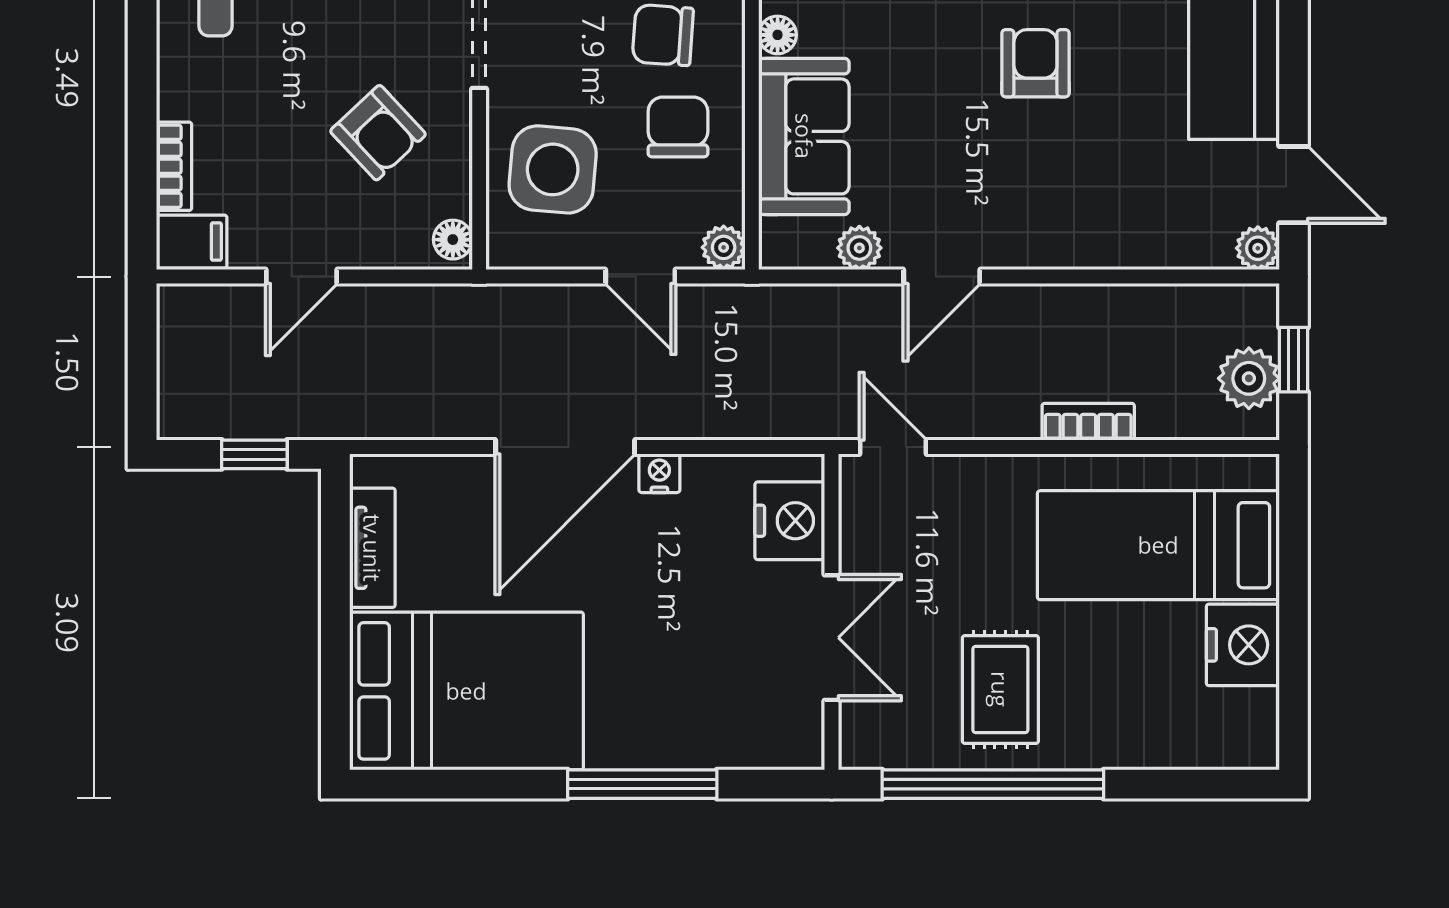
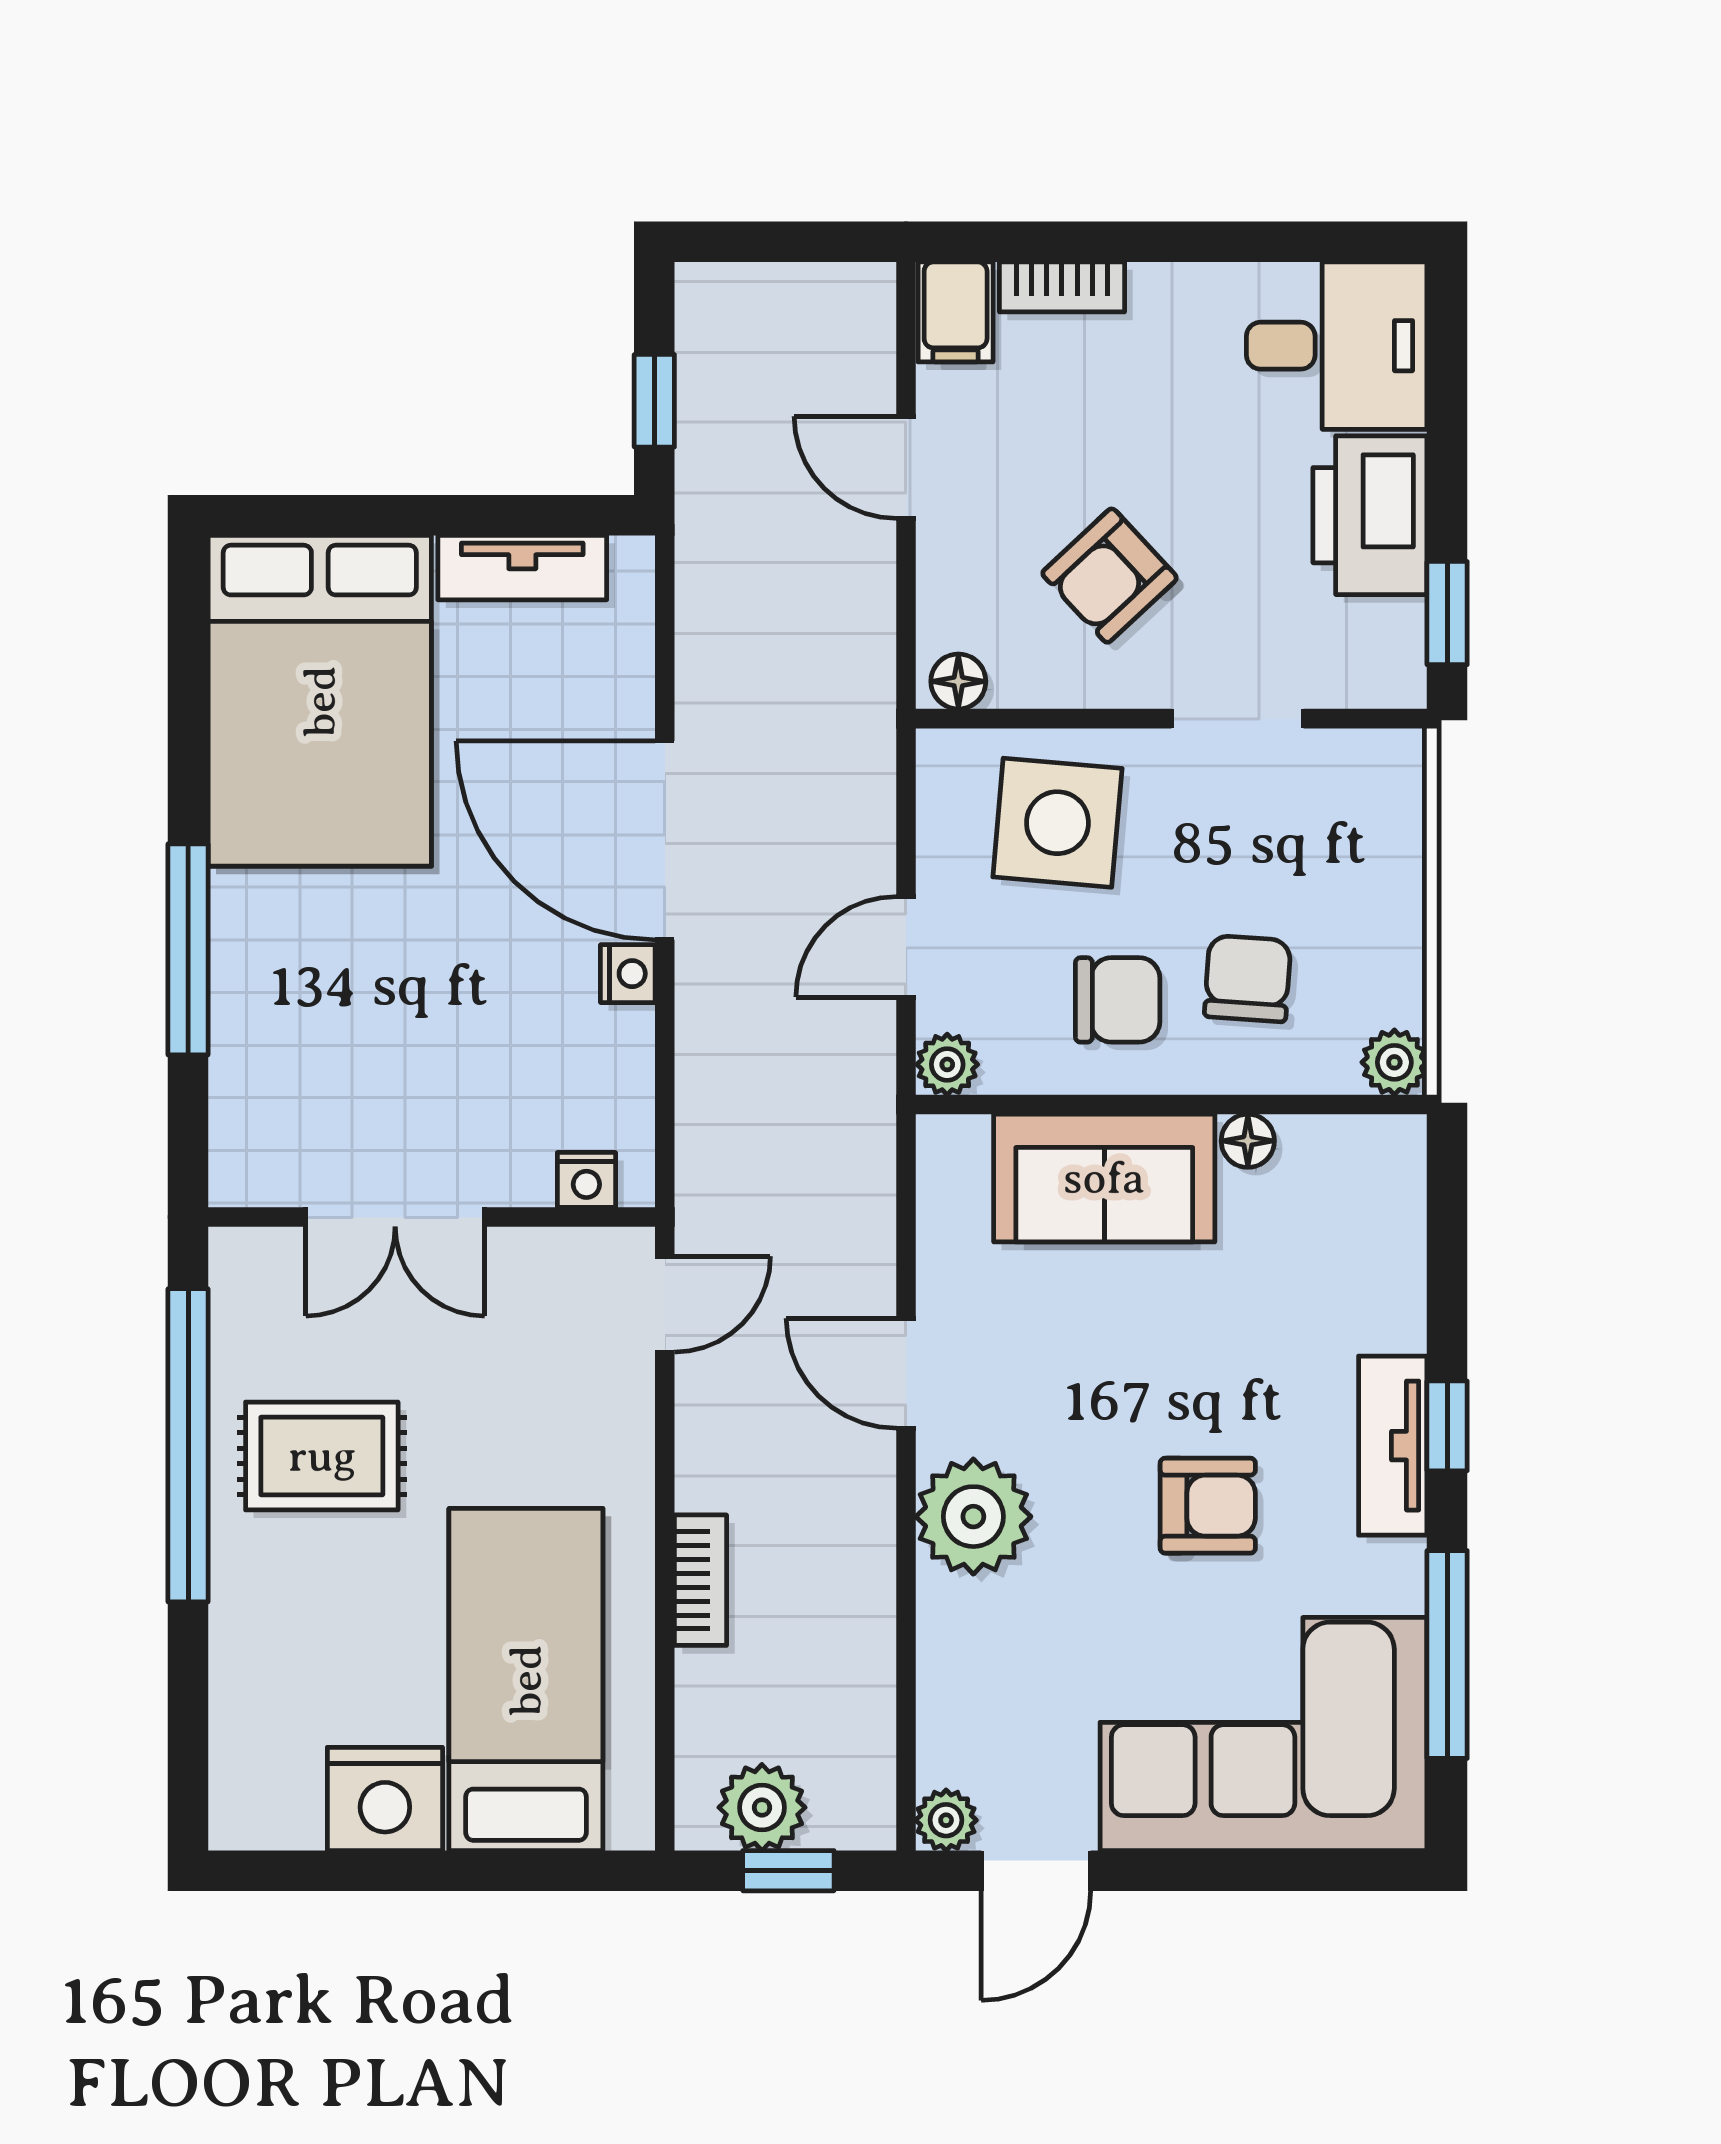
plant: (859, 248) -> (973, 1517), moved, width x1.88, depth x1.88
nightstand: (790, 521) -> (586, 1180), width x0.53, depth x0.56

